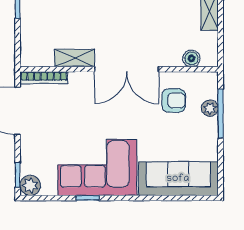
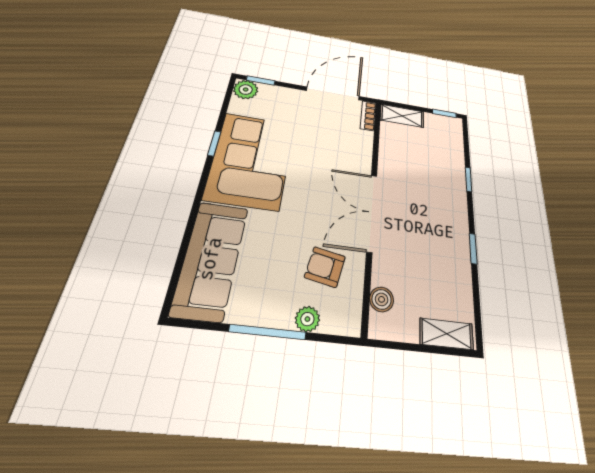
shelving: (75, 58) -> (402, 116), moved, turned 90
bookcase: (44, 78) -> (368, 116), width x0.64
armchair: (174, 100) -> (325, 267), turned 101
window: (220, 113) -> (268, 332), moved

